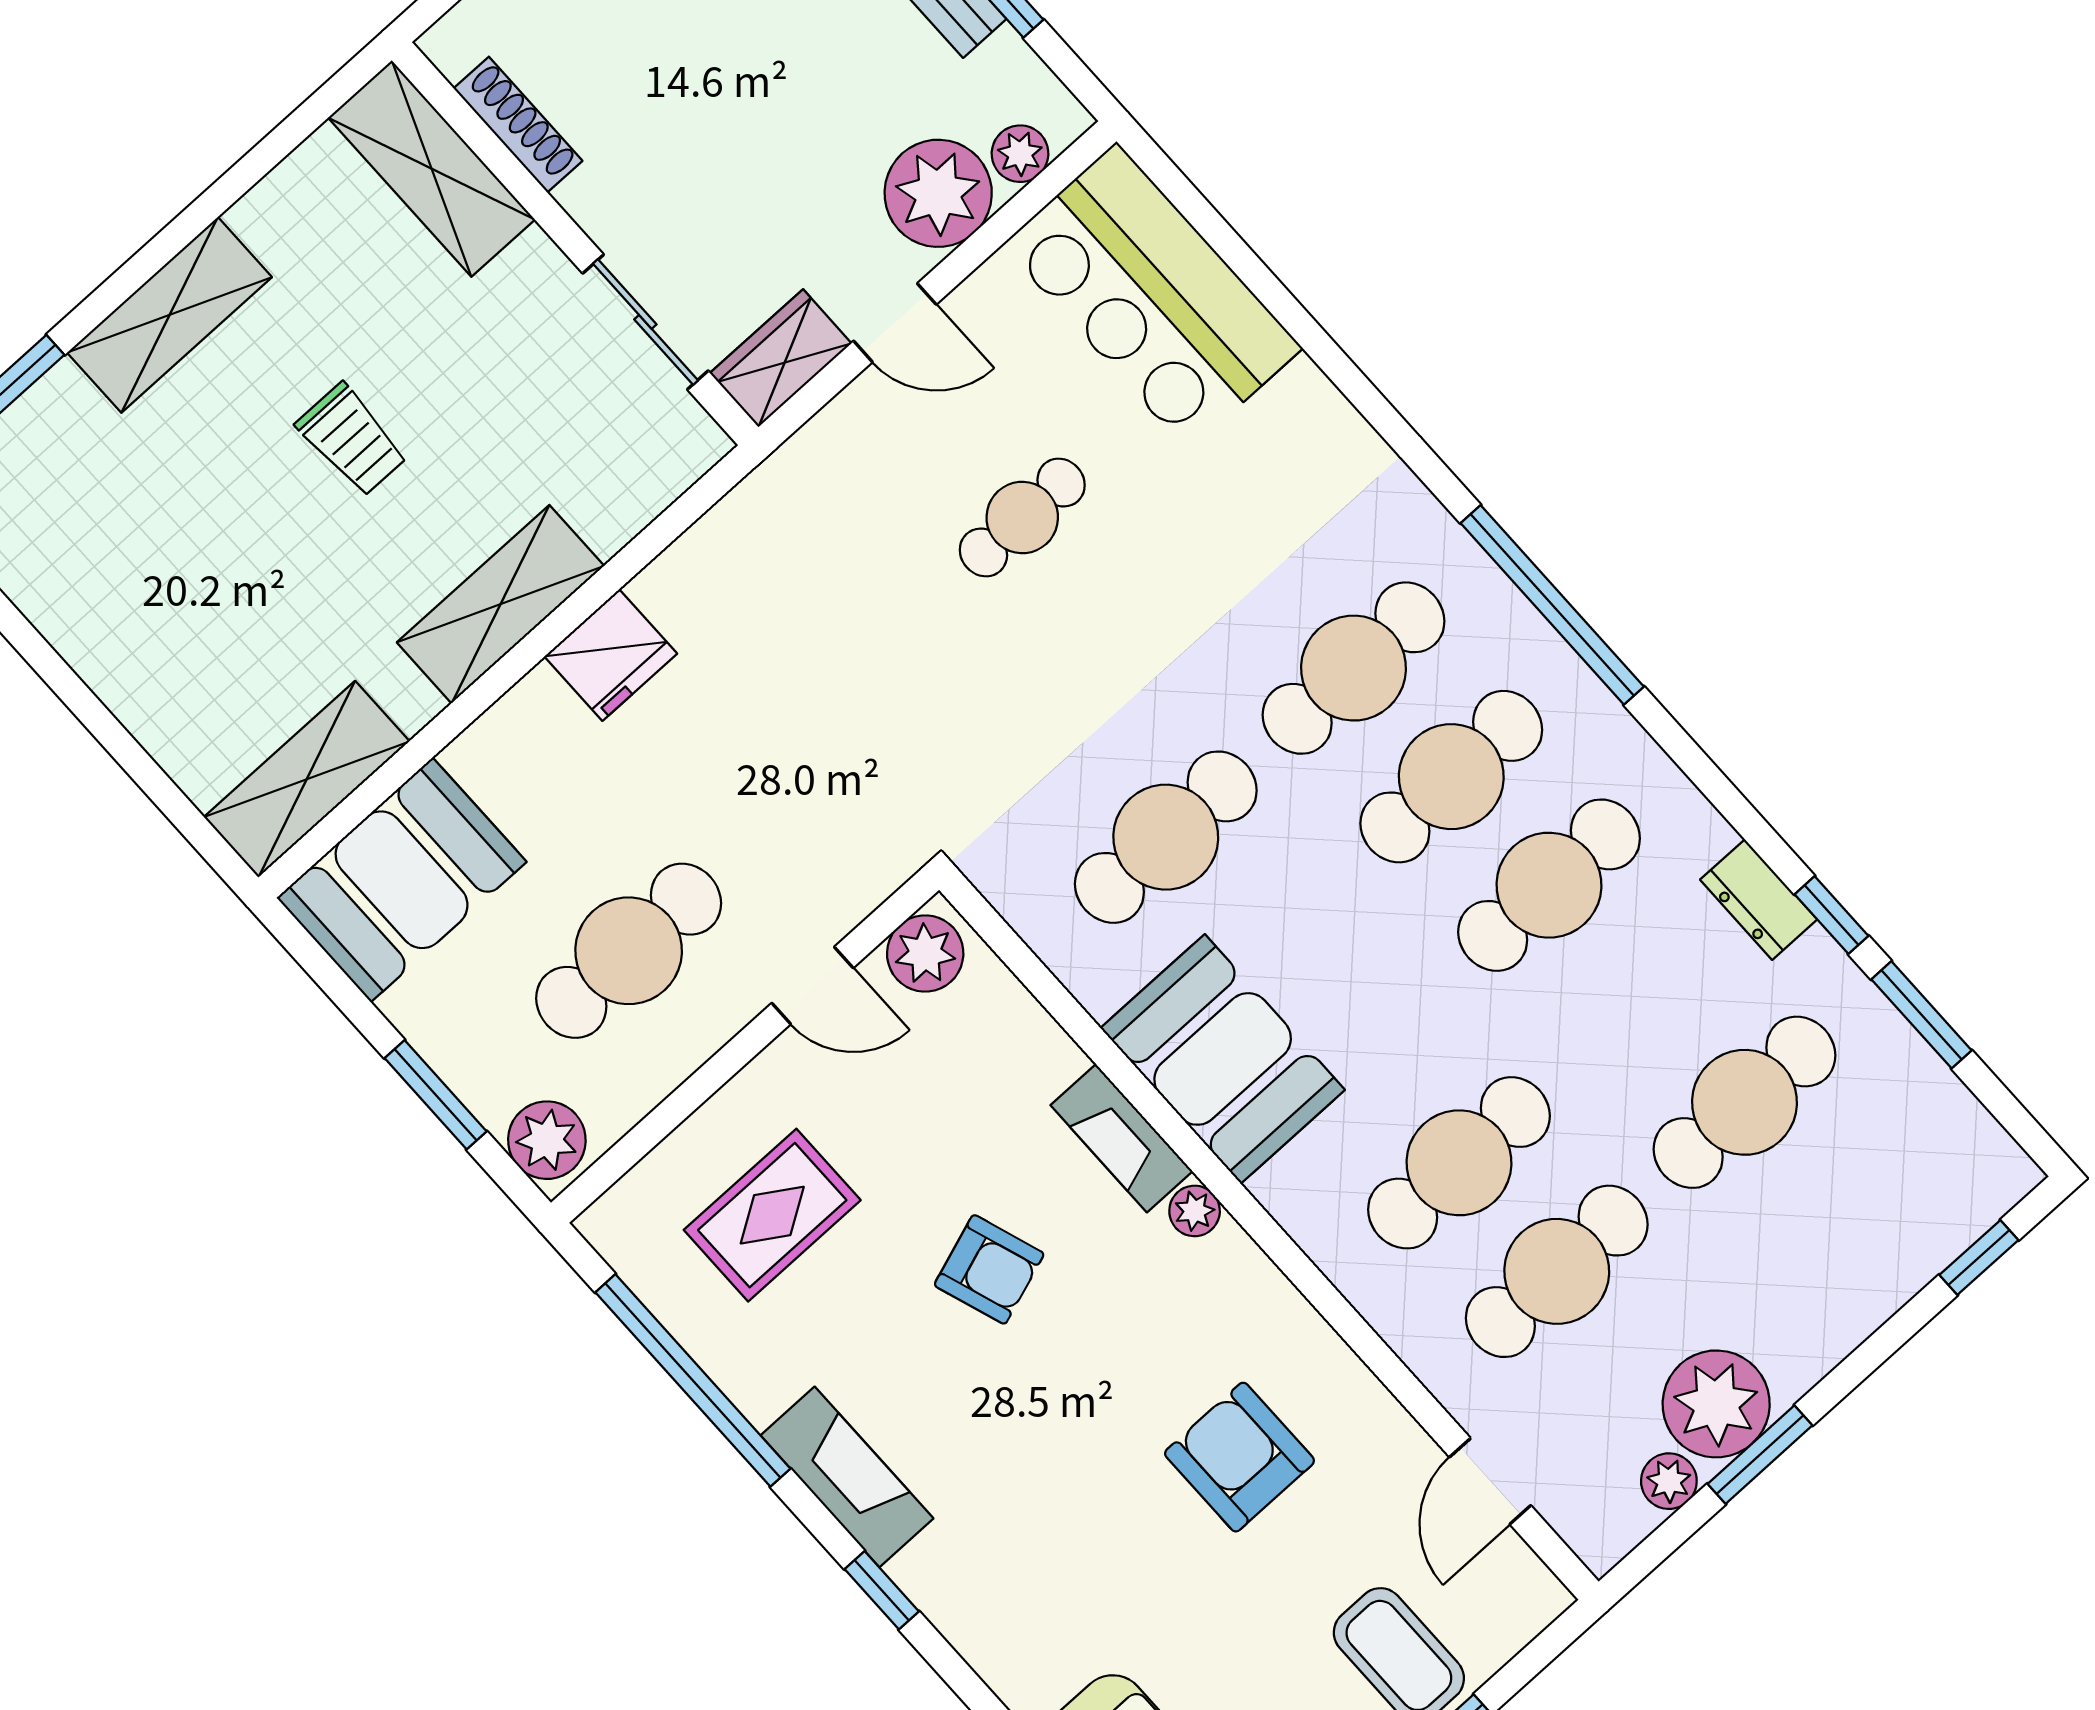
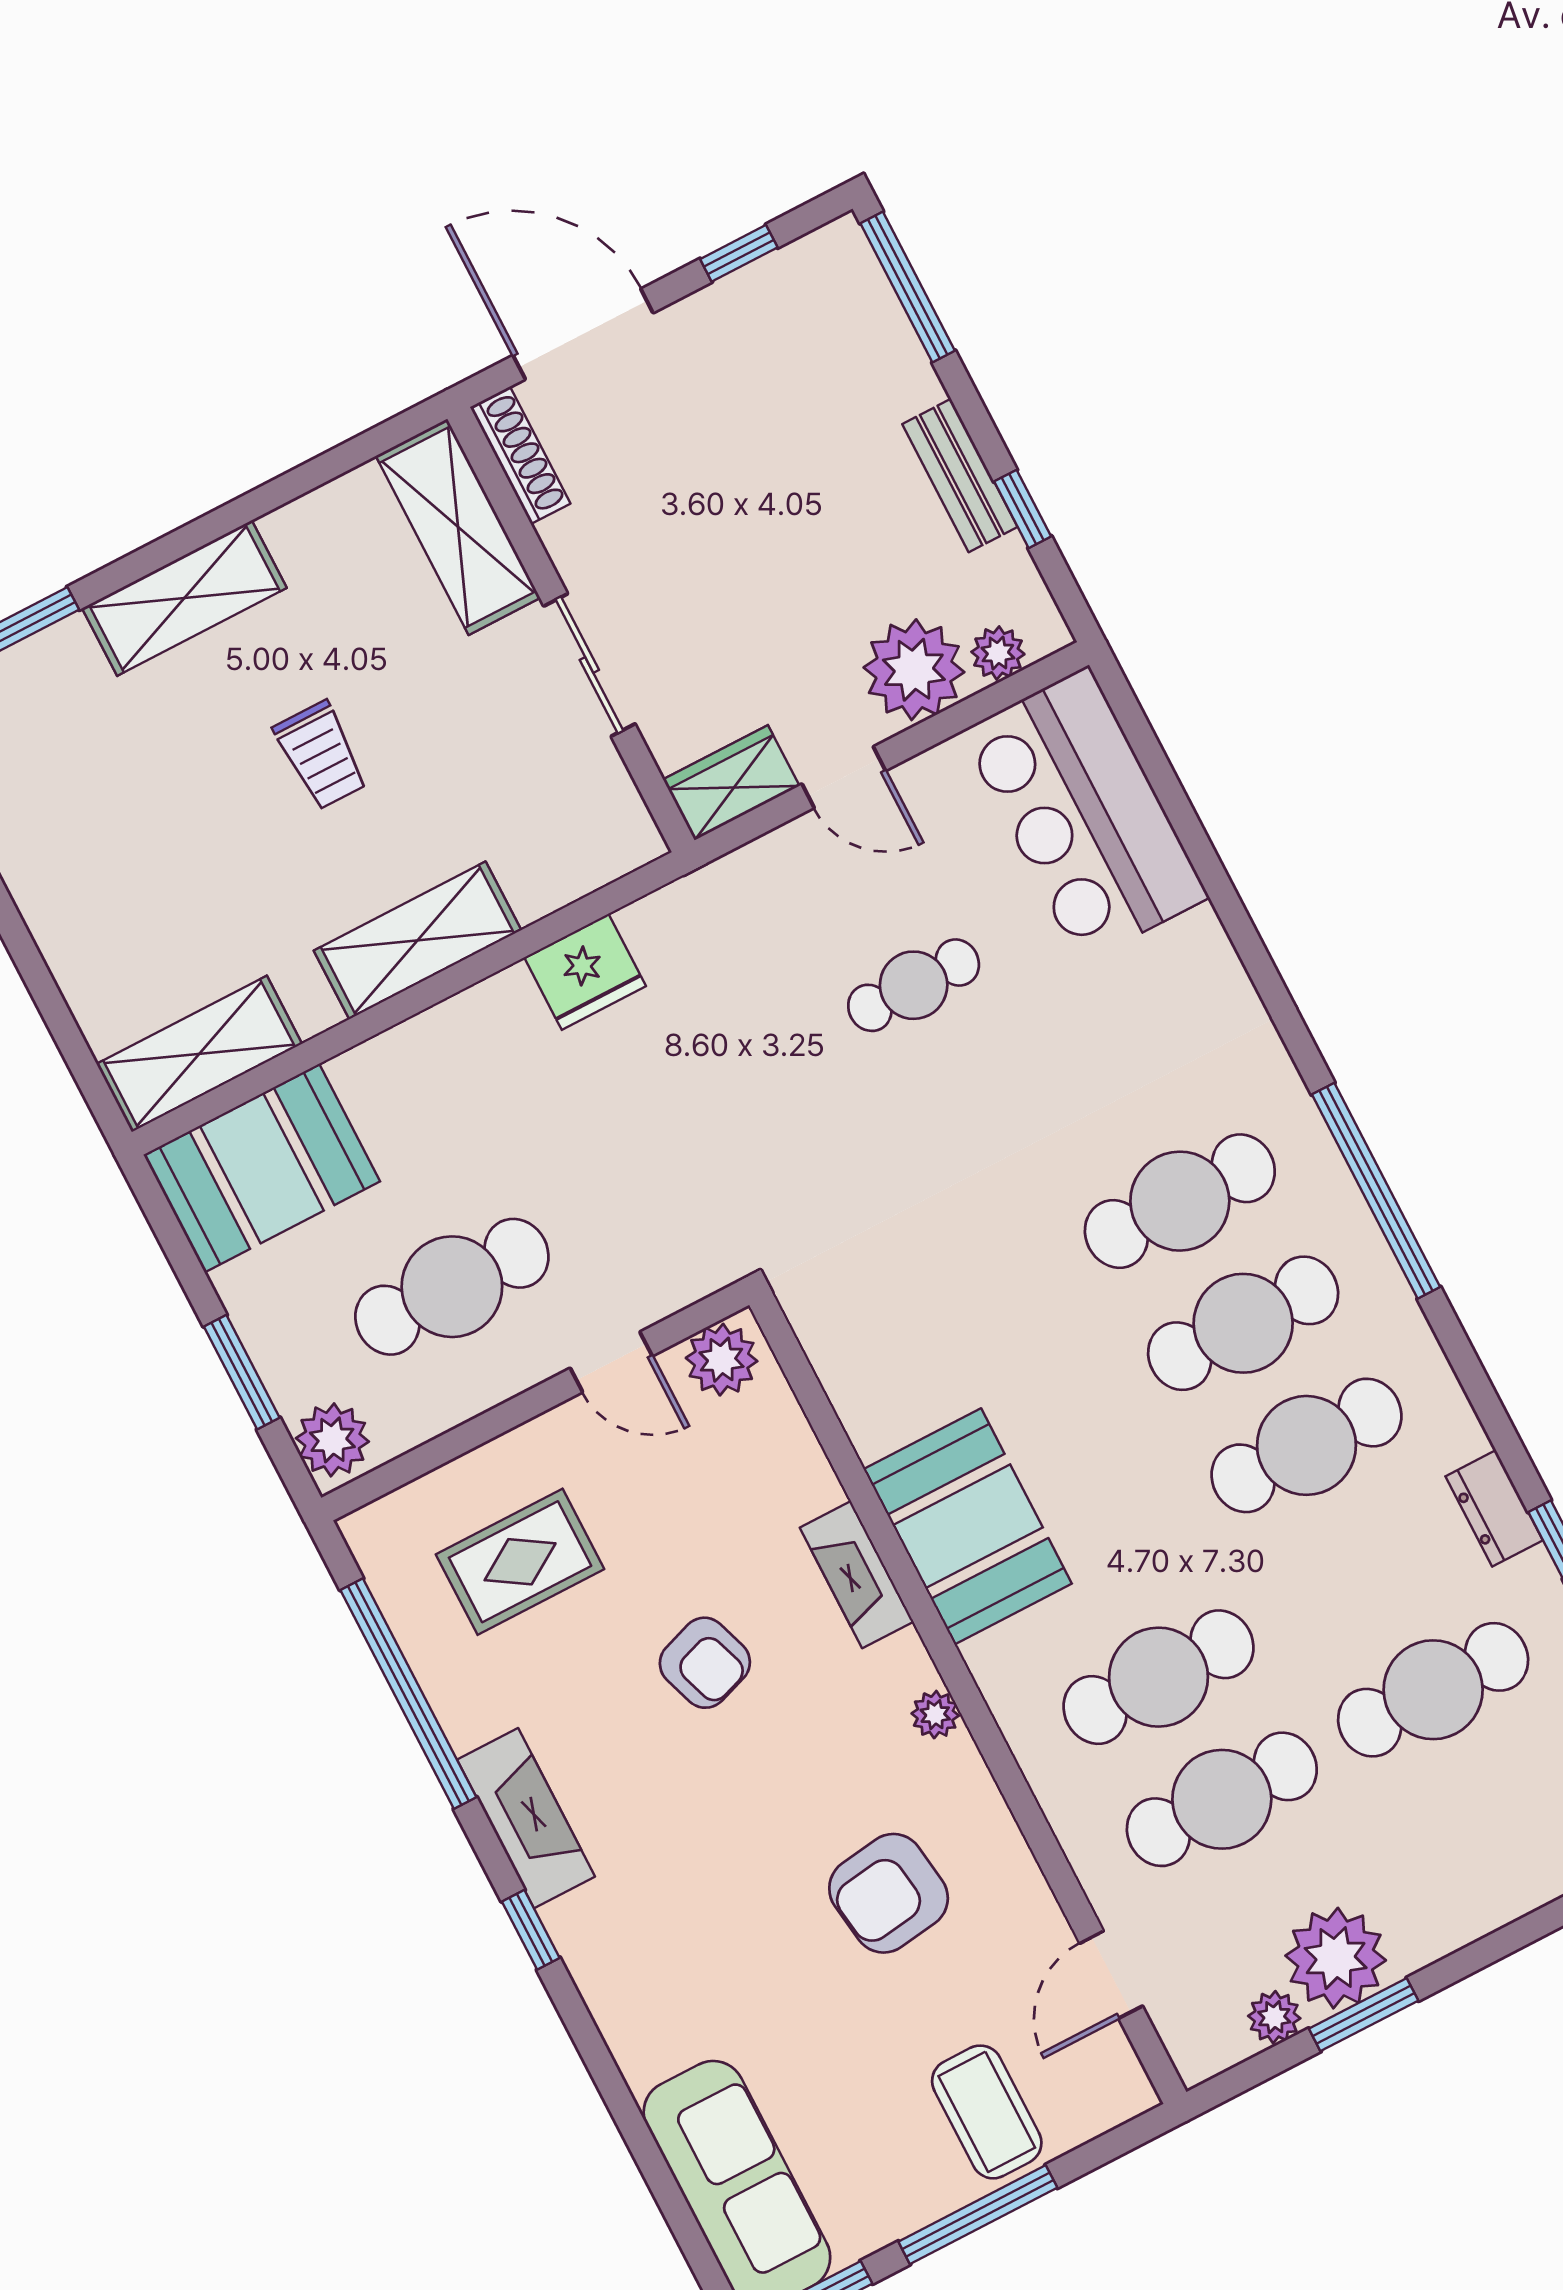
shoe rack: (518, 125) -> (520, 455), moved
sliding door: (645, 322) -> (589, 665), moved
fridge: (611, 655) -> (585, 972), moved
cafe table: (1166, 837) -> (969, 1311), removed
plant: (1195, 1211) -> (935, 1715), moved
armchair: (1239, 1457) -> (889, 1893), turned -98

